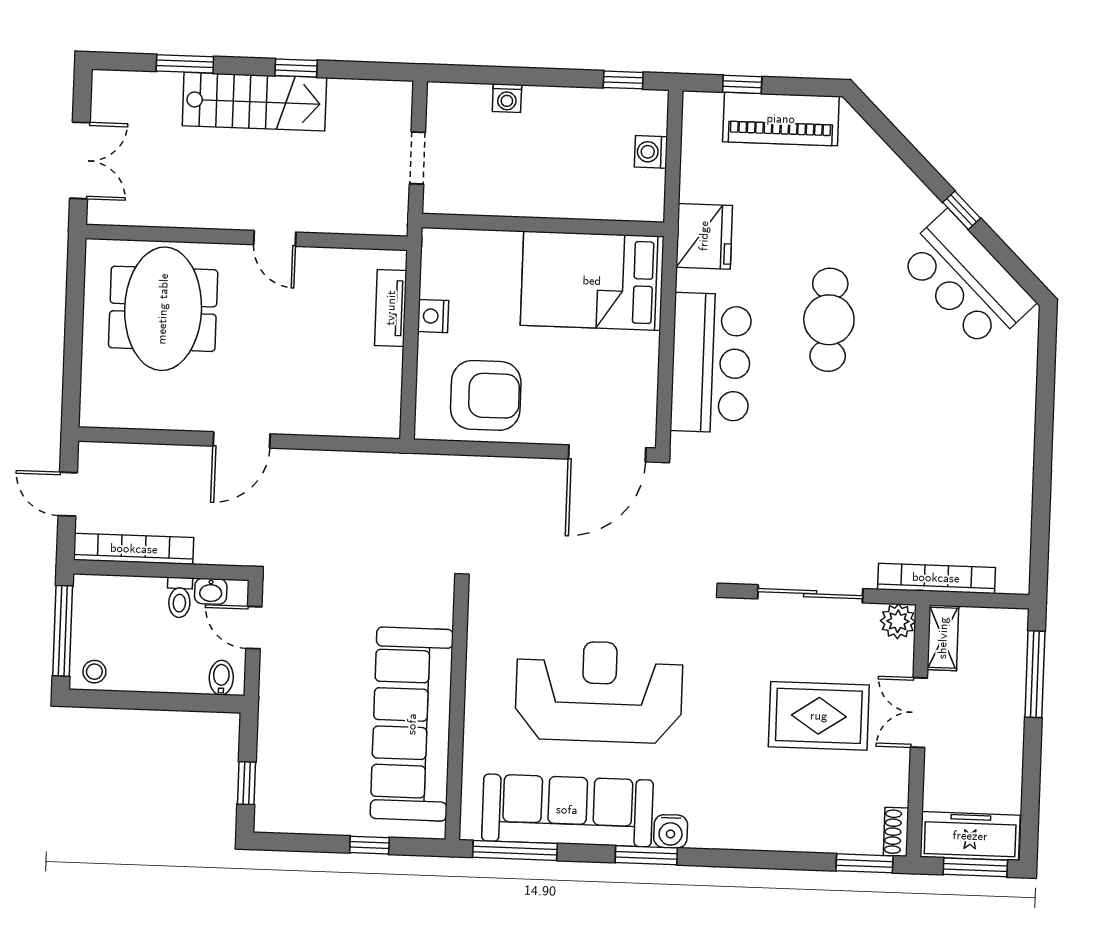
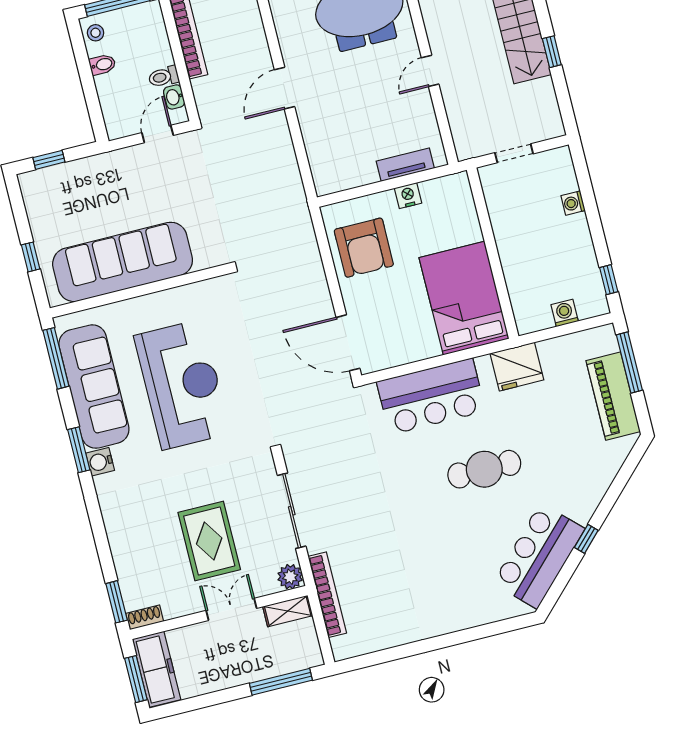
window: (742, 84) -> (629, 363), width x2.17
door: (242, 440) -> (285, 88), hinge flipped
bidet: (221, 678) -> (102, 65), moved

